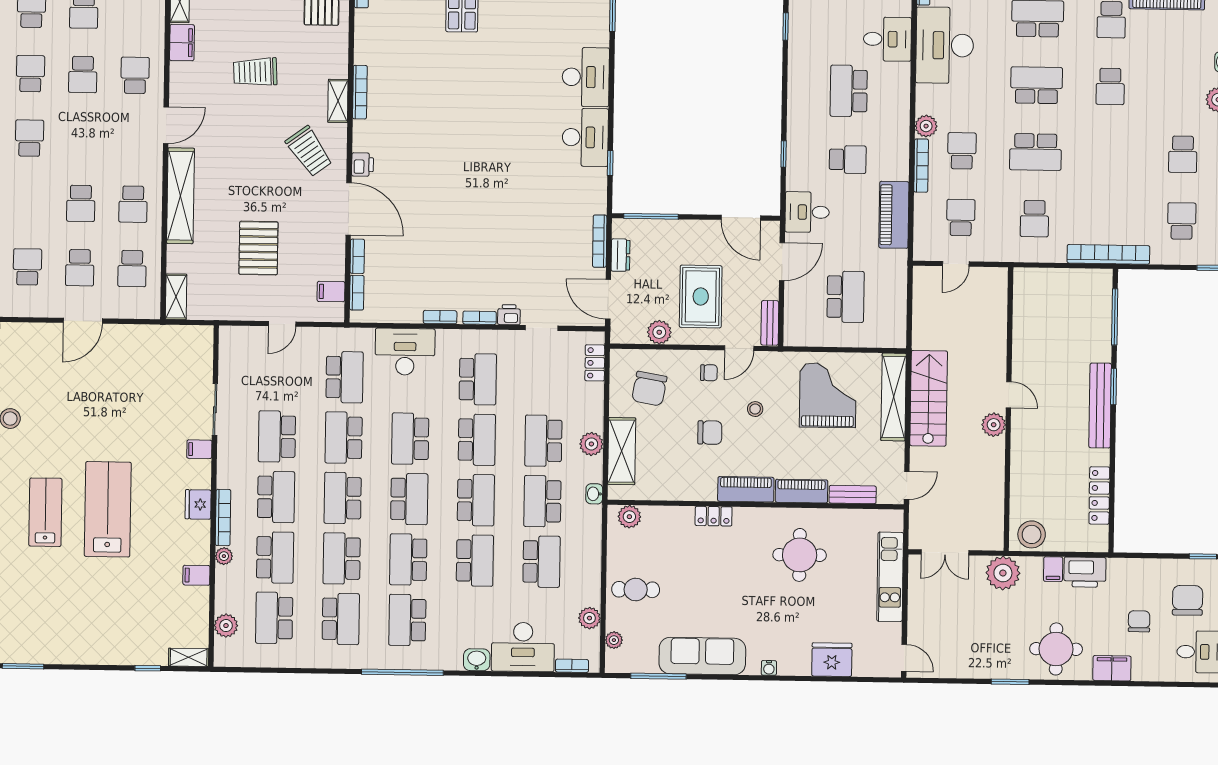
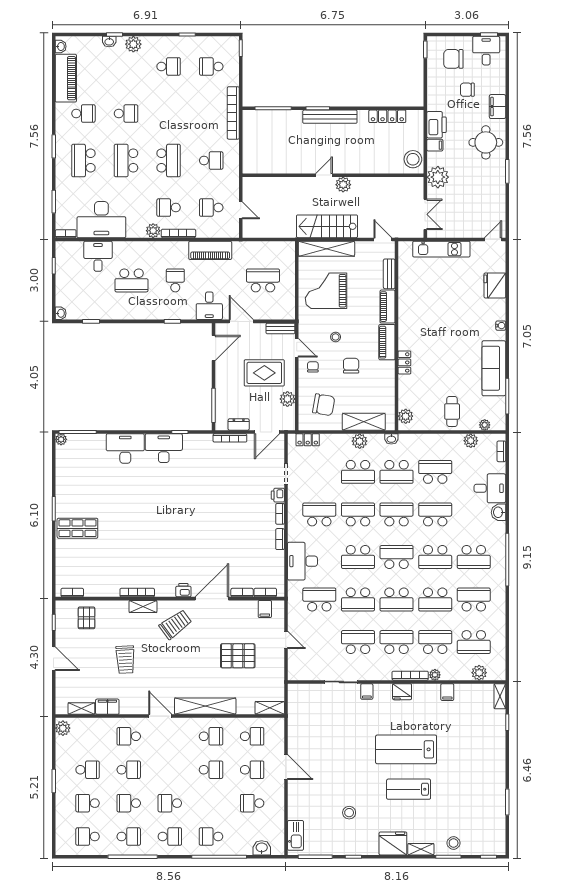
school desk: (277, 437) -> (358, 642), turned 180
round table: (800, 555) -> (428, 307), removed
desk: (523, 647) -> (490, 488), width x0.73

